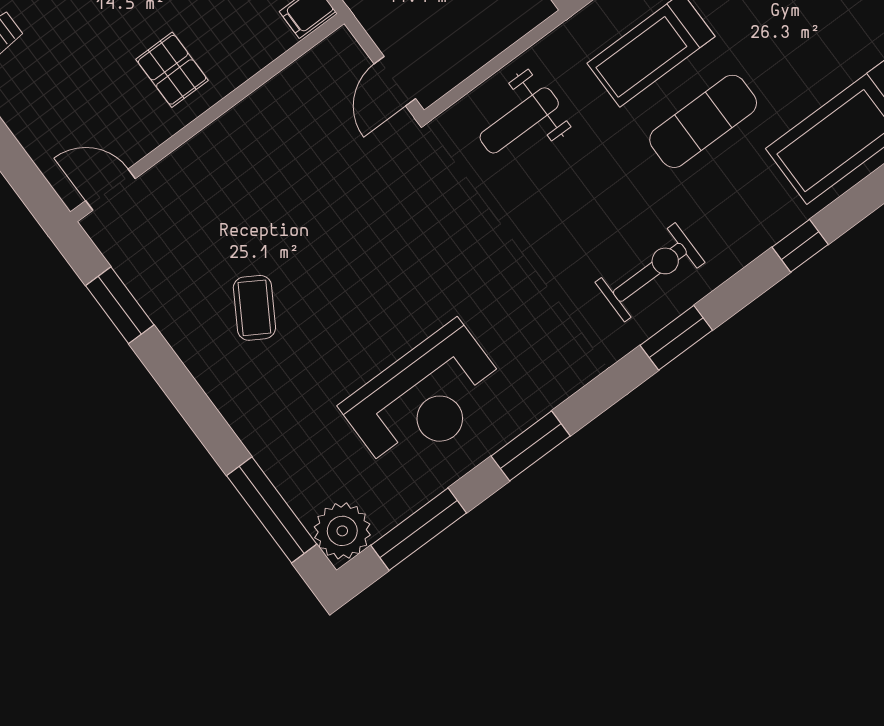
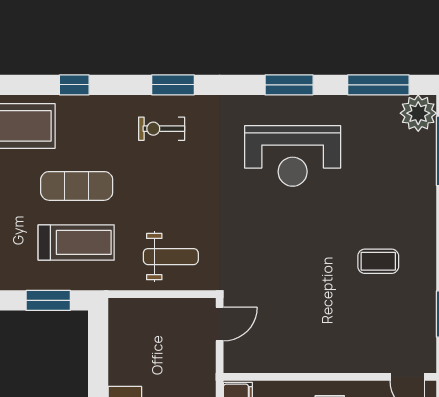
exercise bike: (650, 272) -> (162, 129), width x0.73, depth x0.72
coffee table: (254, 308) -> (378, 261), turned 59
reception desk: (425, 399) -> (293, 156), moved, turned 180

